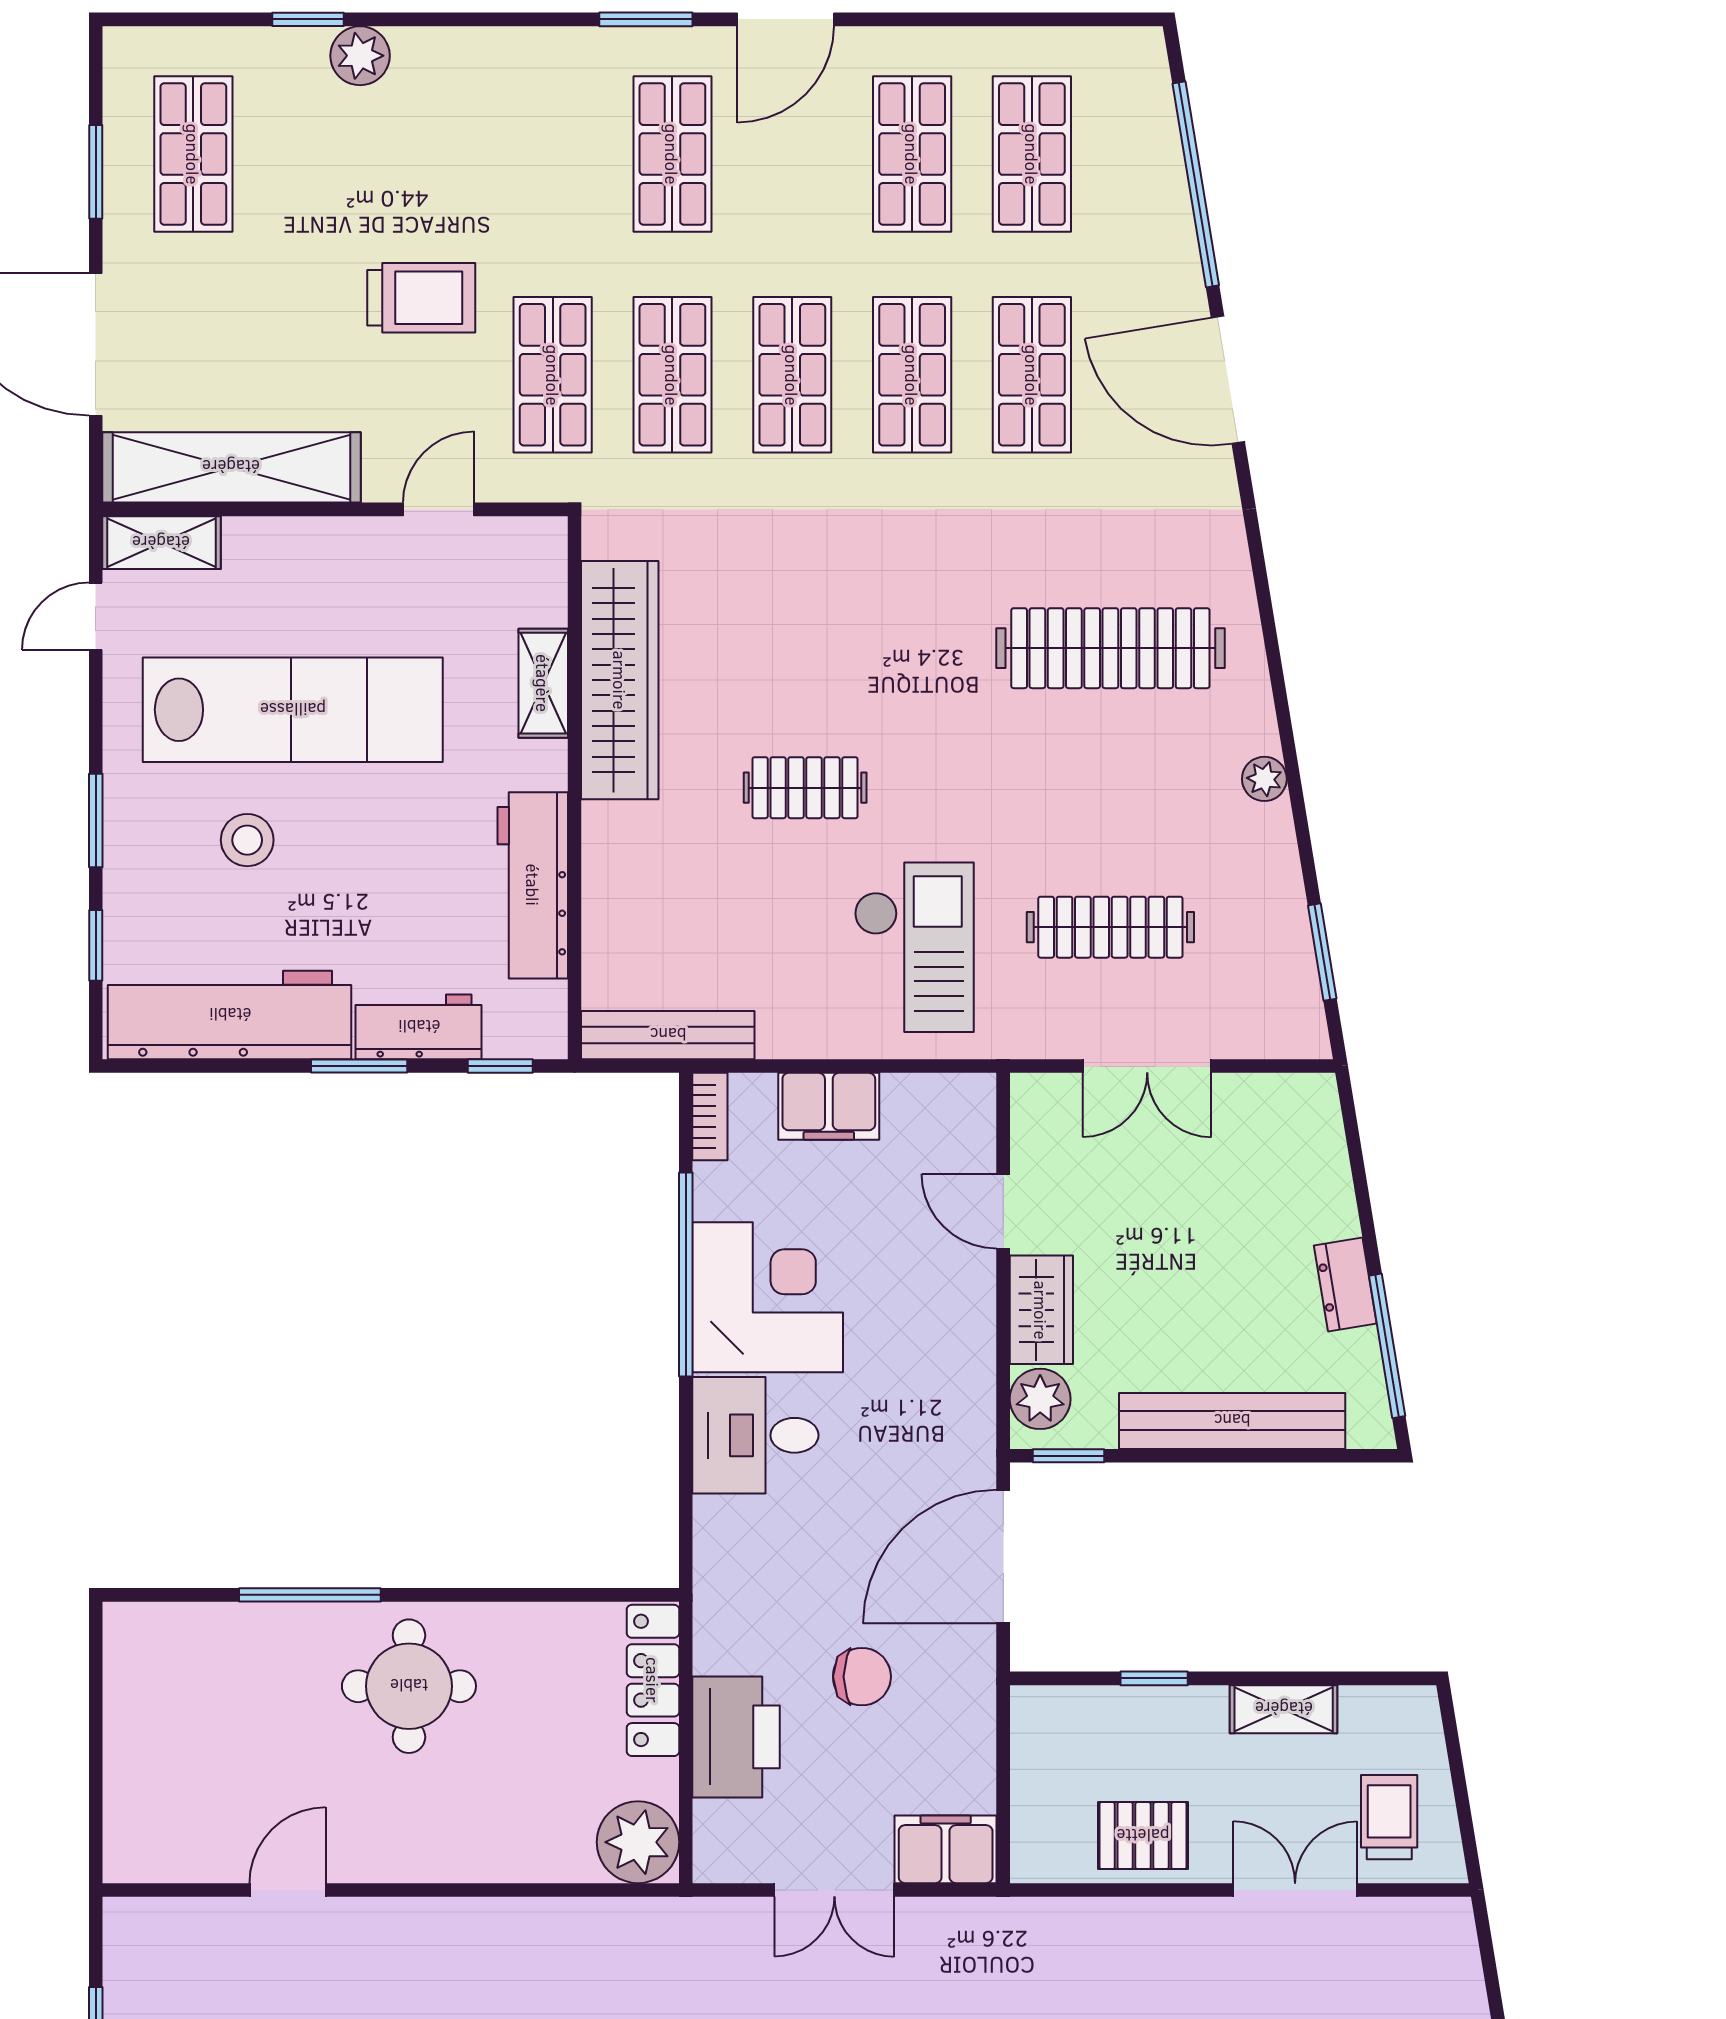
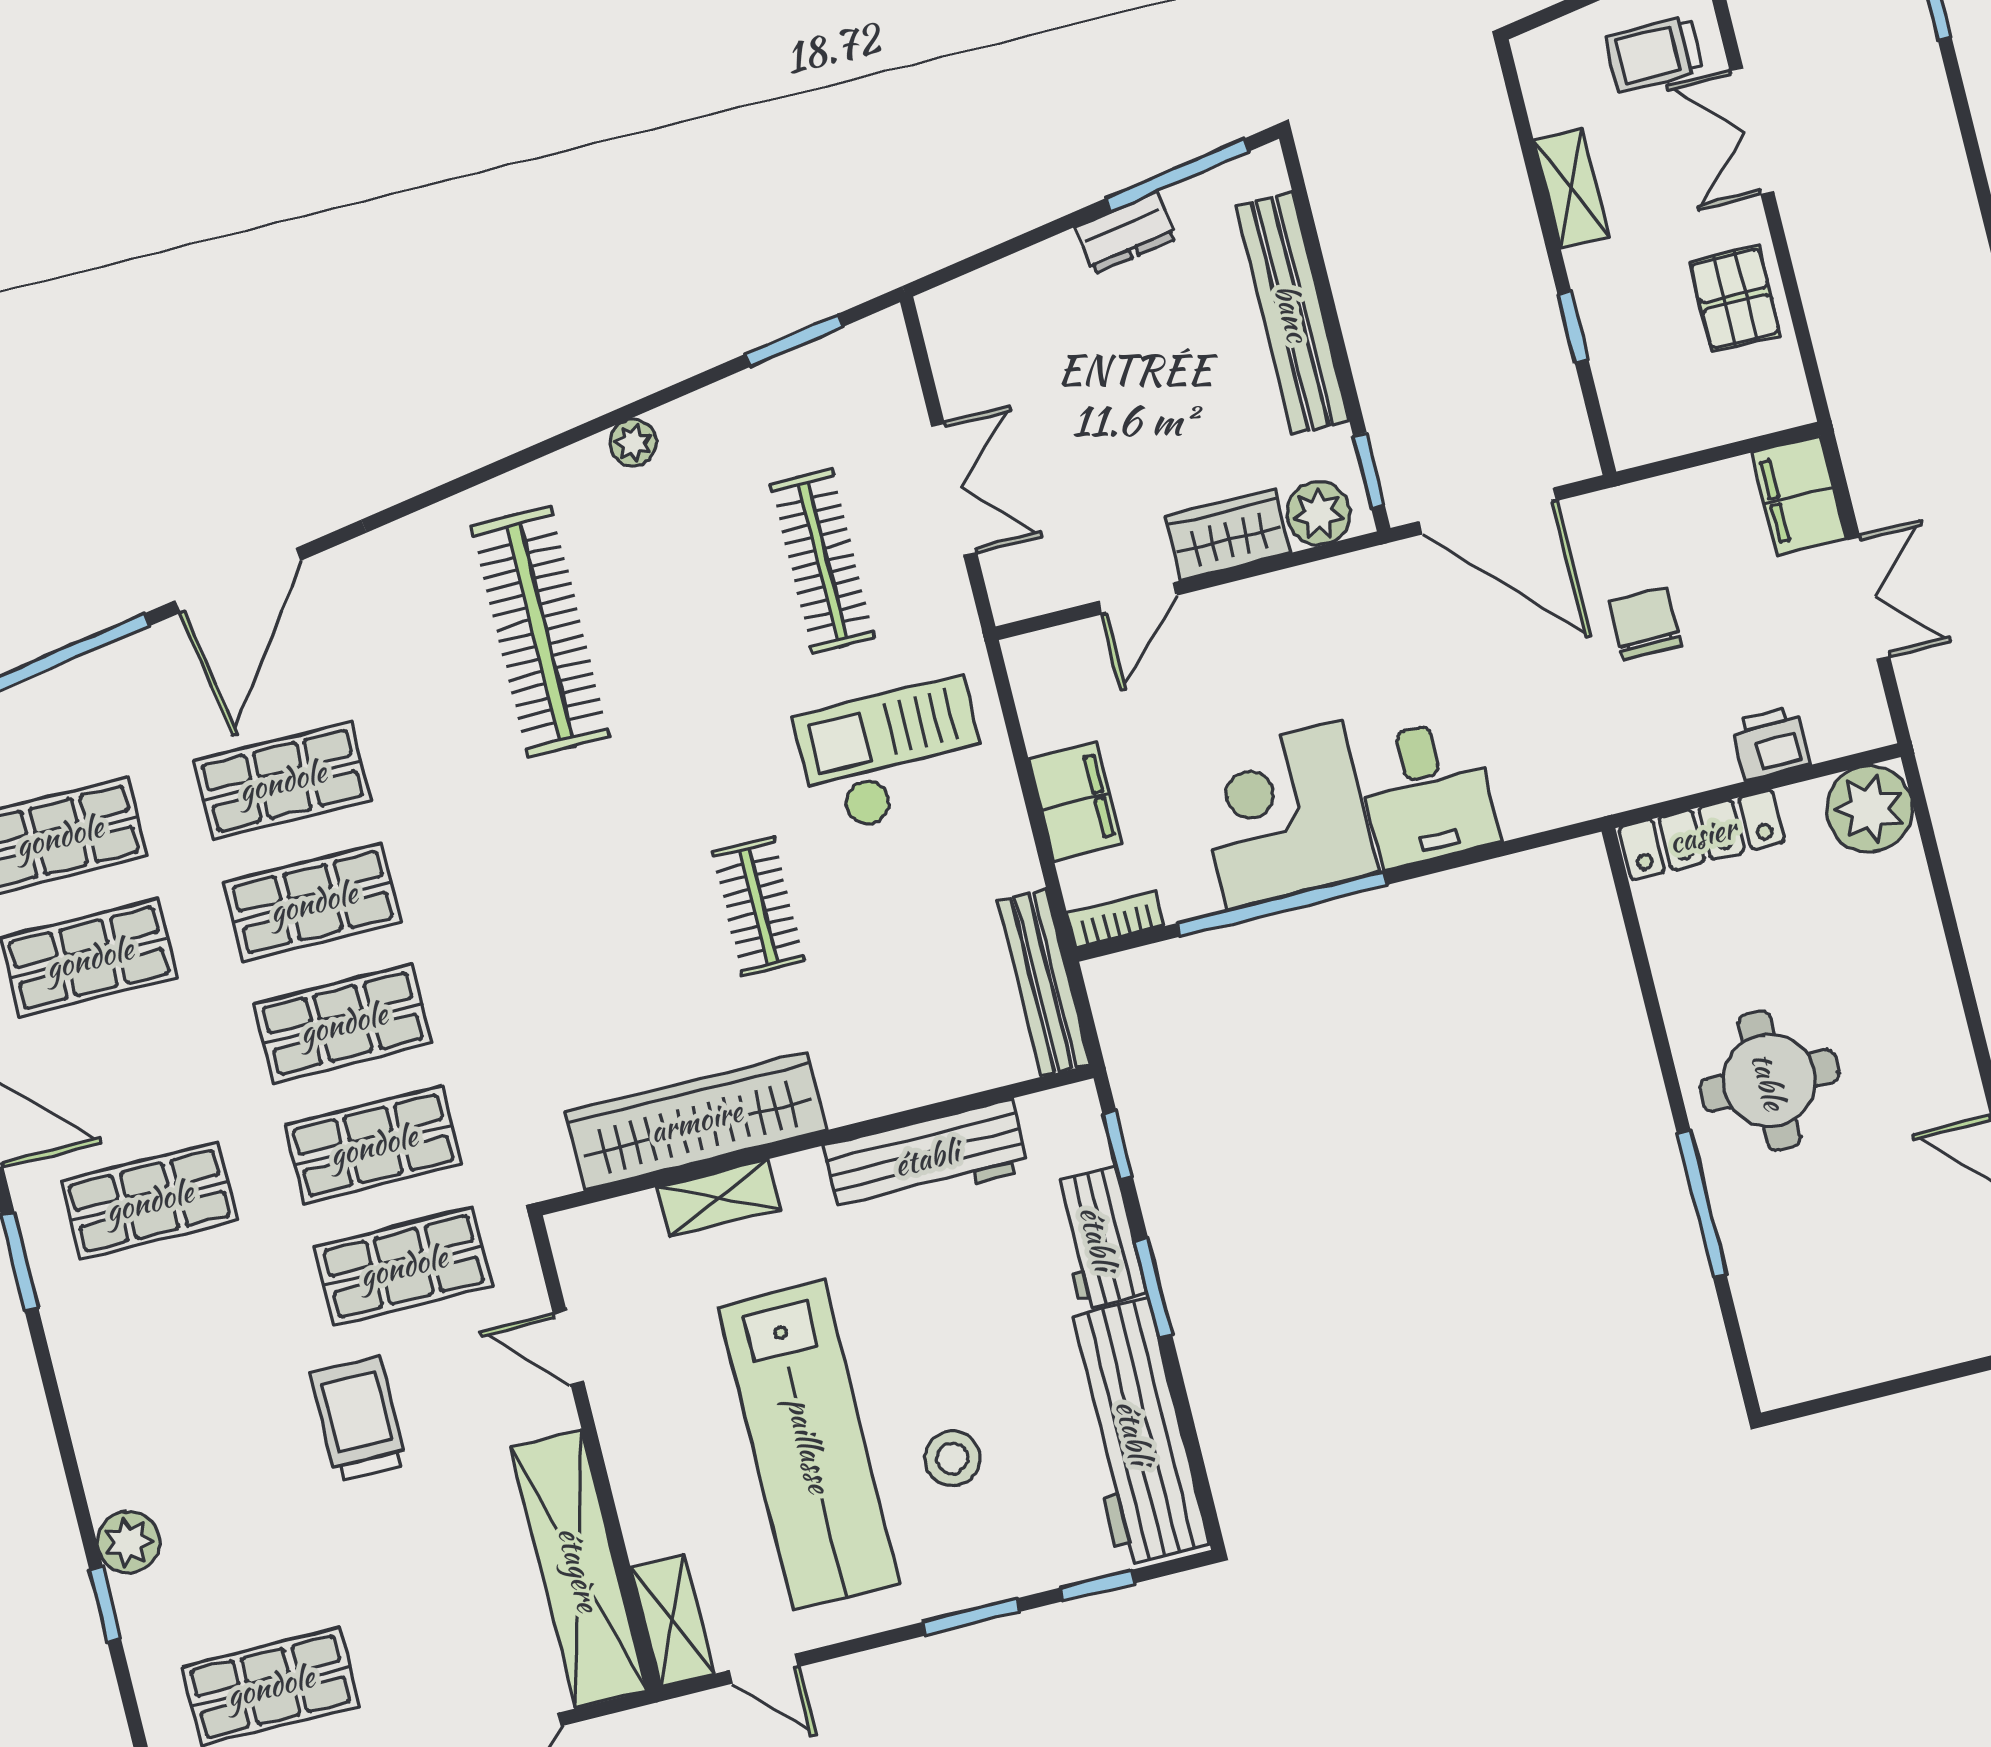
lab bench: (293, 710) -> (809, 1445), turned 180
printer: (736, 1737) -> (1770, 743), width x0.53, depth x0.68

